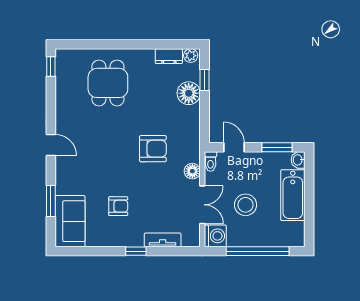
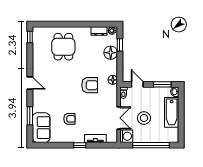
floor lamp: (192, 171) -> (113, 80), moved

